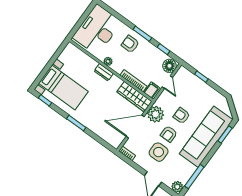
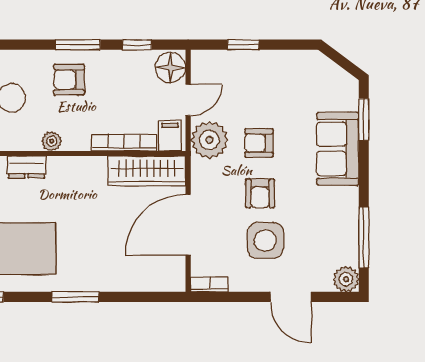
dresser: (104, 72) -> (26, 167), moved
door: (167, 82) -> (188, 100), hinge flipped
plant: (156, 114) -> (209, 140), moved
sofa: (206, 137) -> (338, 149), width x0.54, depth x0.79

